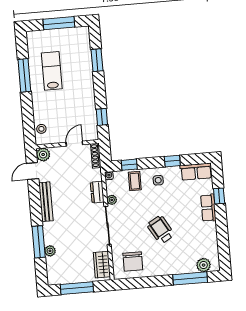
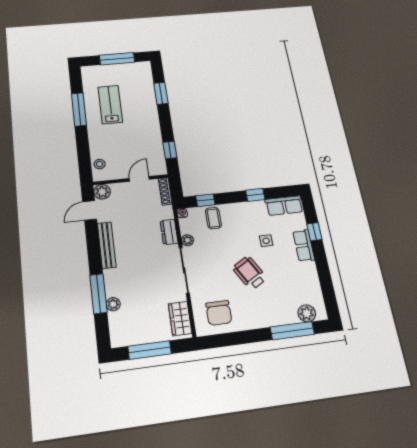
side table: (158, 180) -> (266, 241), moved

